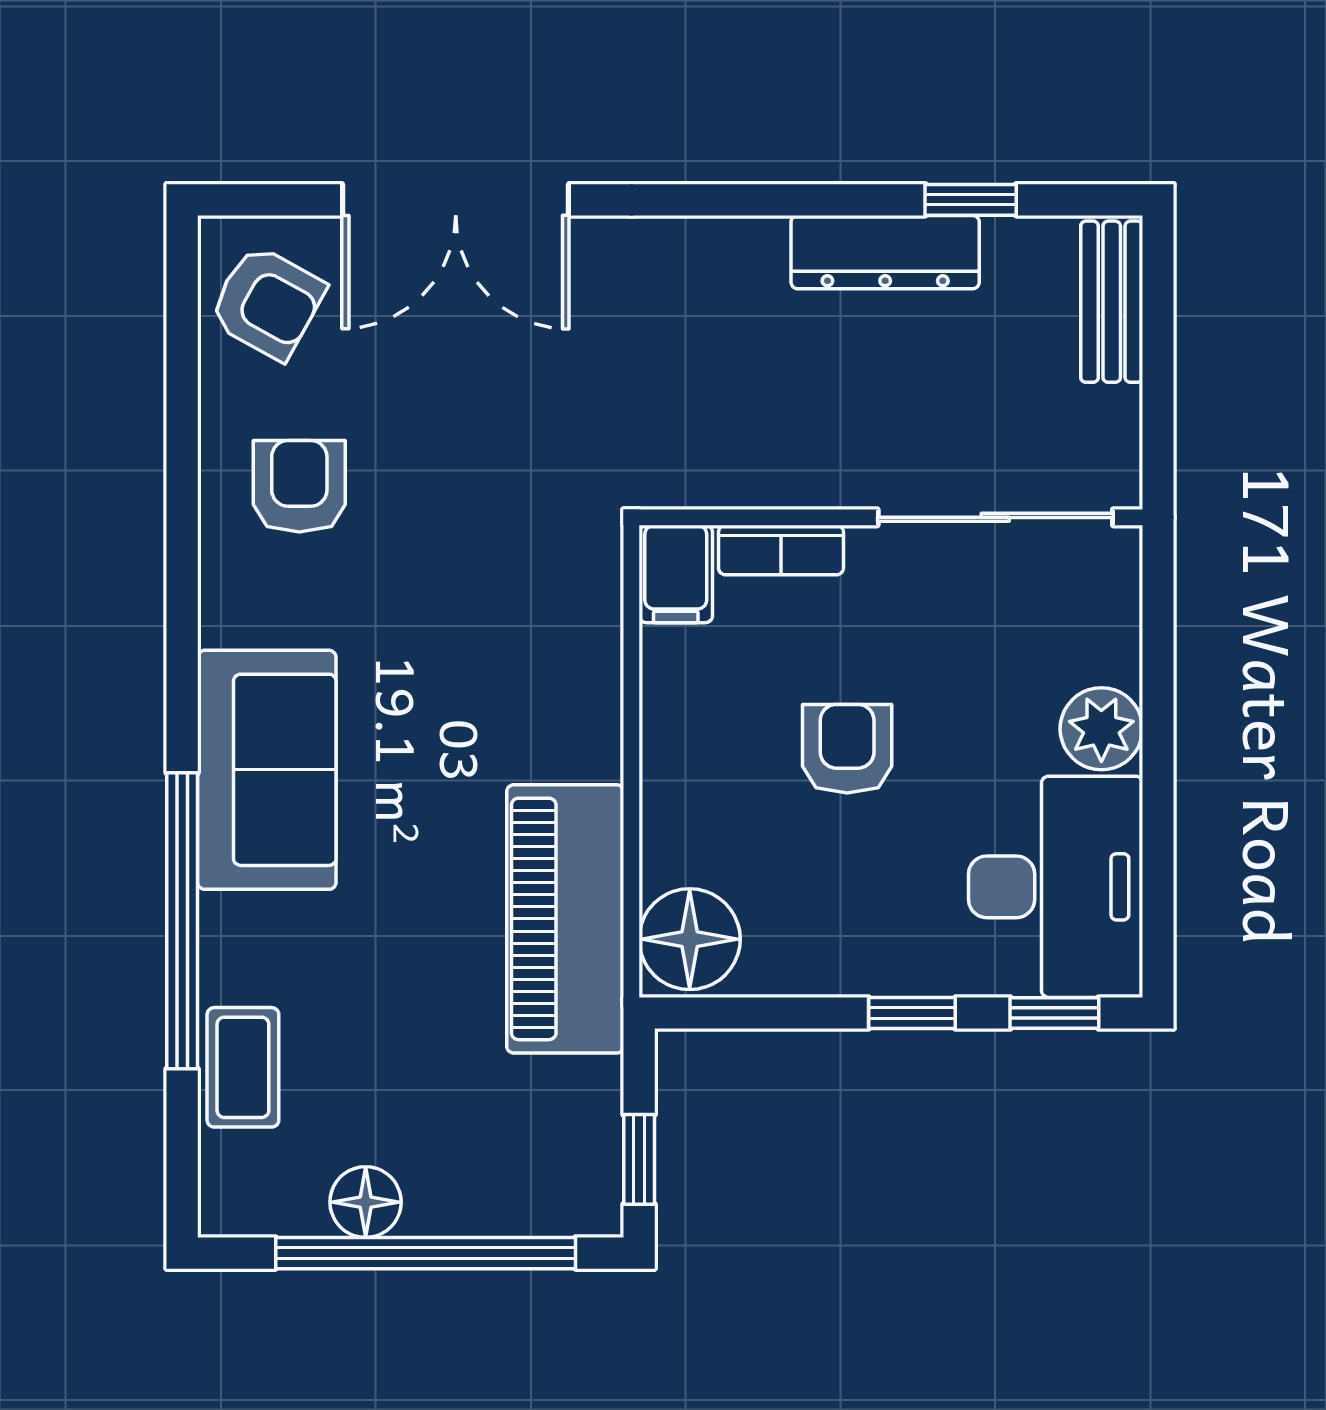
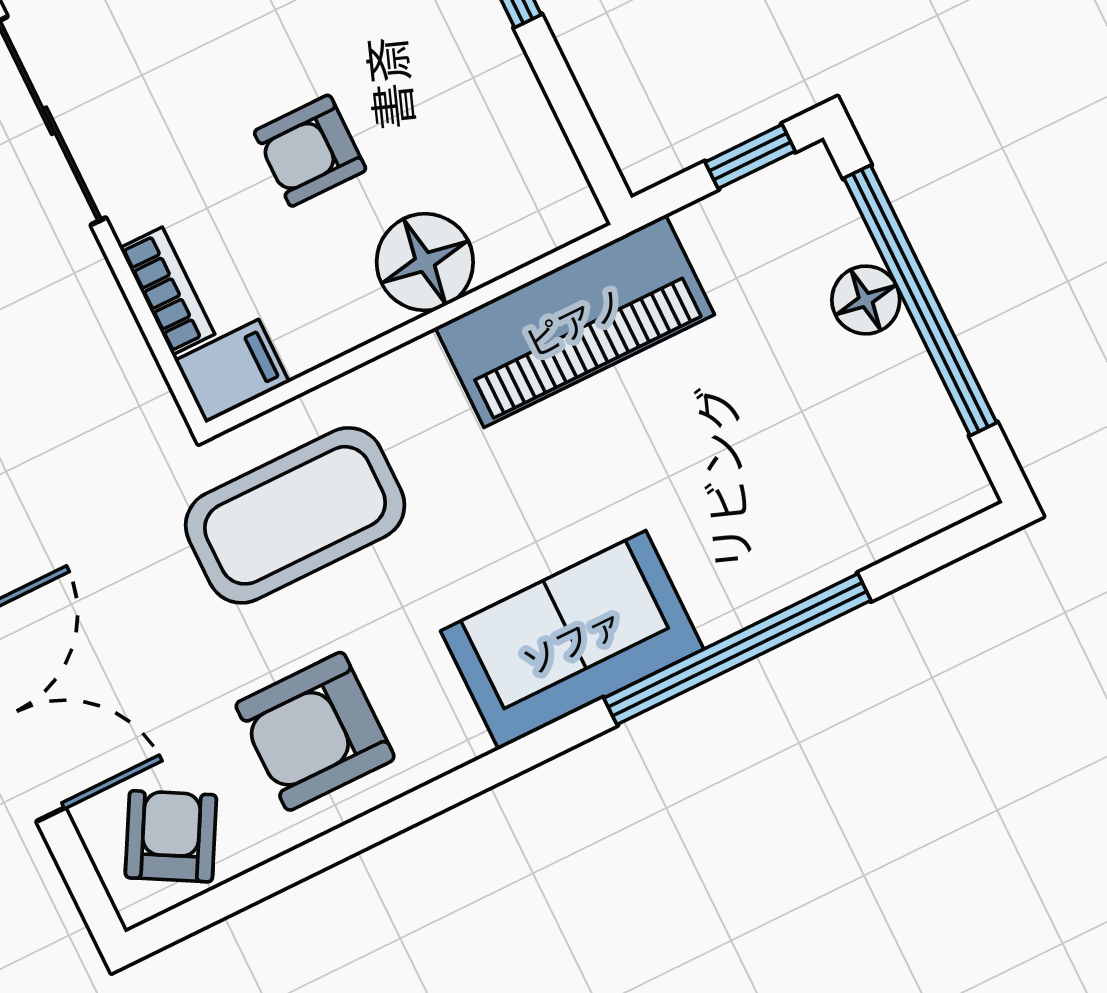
armchair: (299, 486) -> (315, 731), width x1.38, depth x1.38
floor lamp: (690, 939) -> (425, 262), moved
coffee table: (243, 1067) -> (295, 515), moved, width x1.86, depth x1.72
floor lamp: (366, 1202) -> (866, 300), moved

